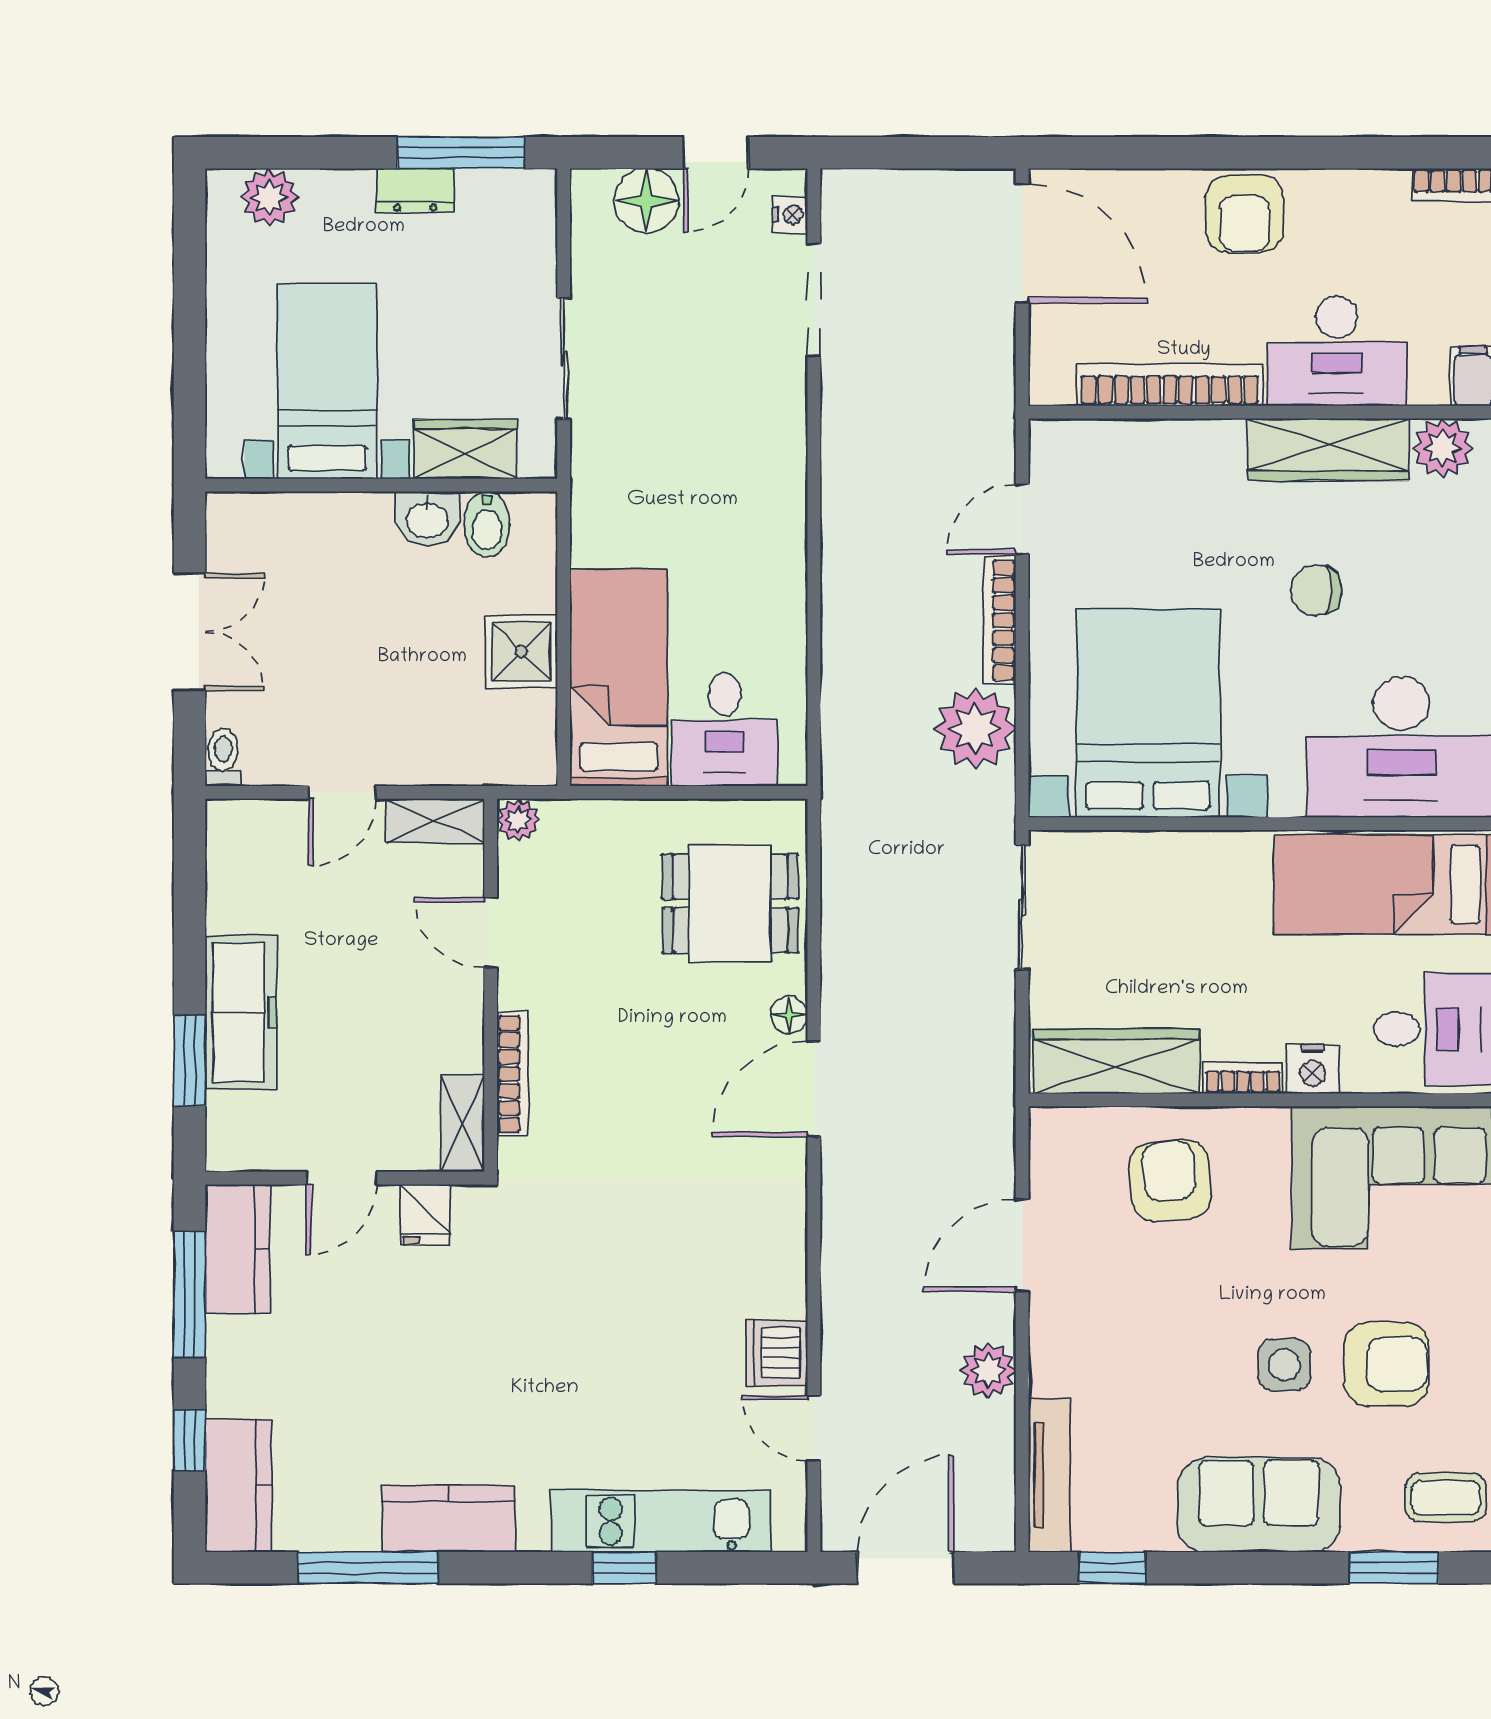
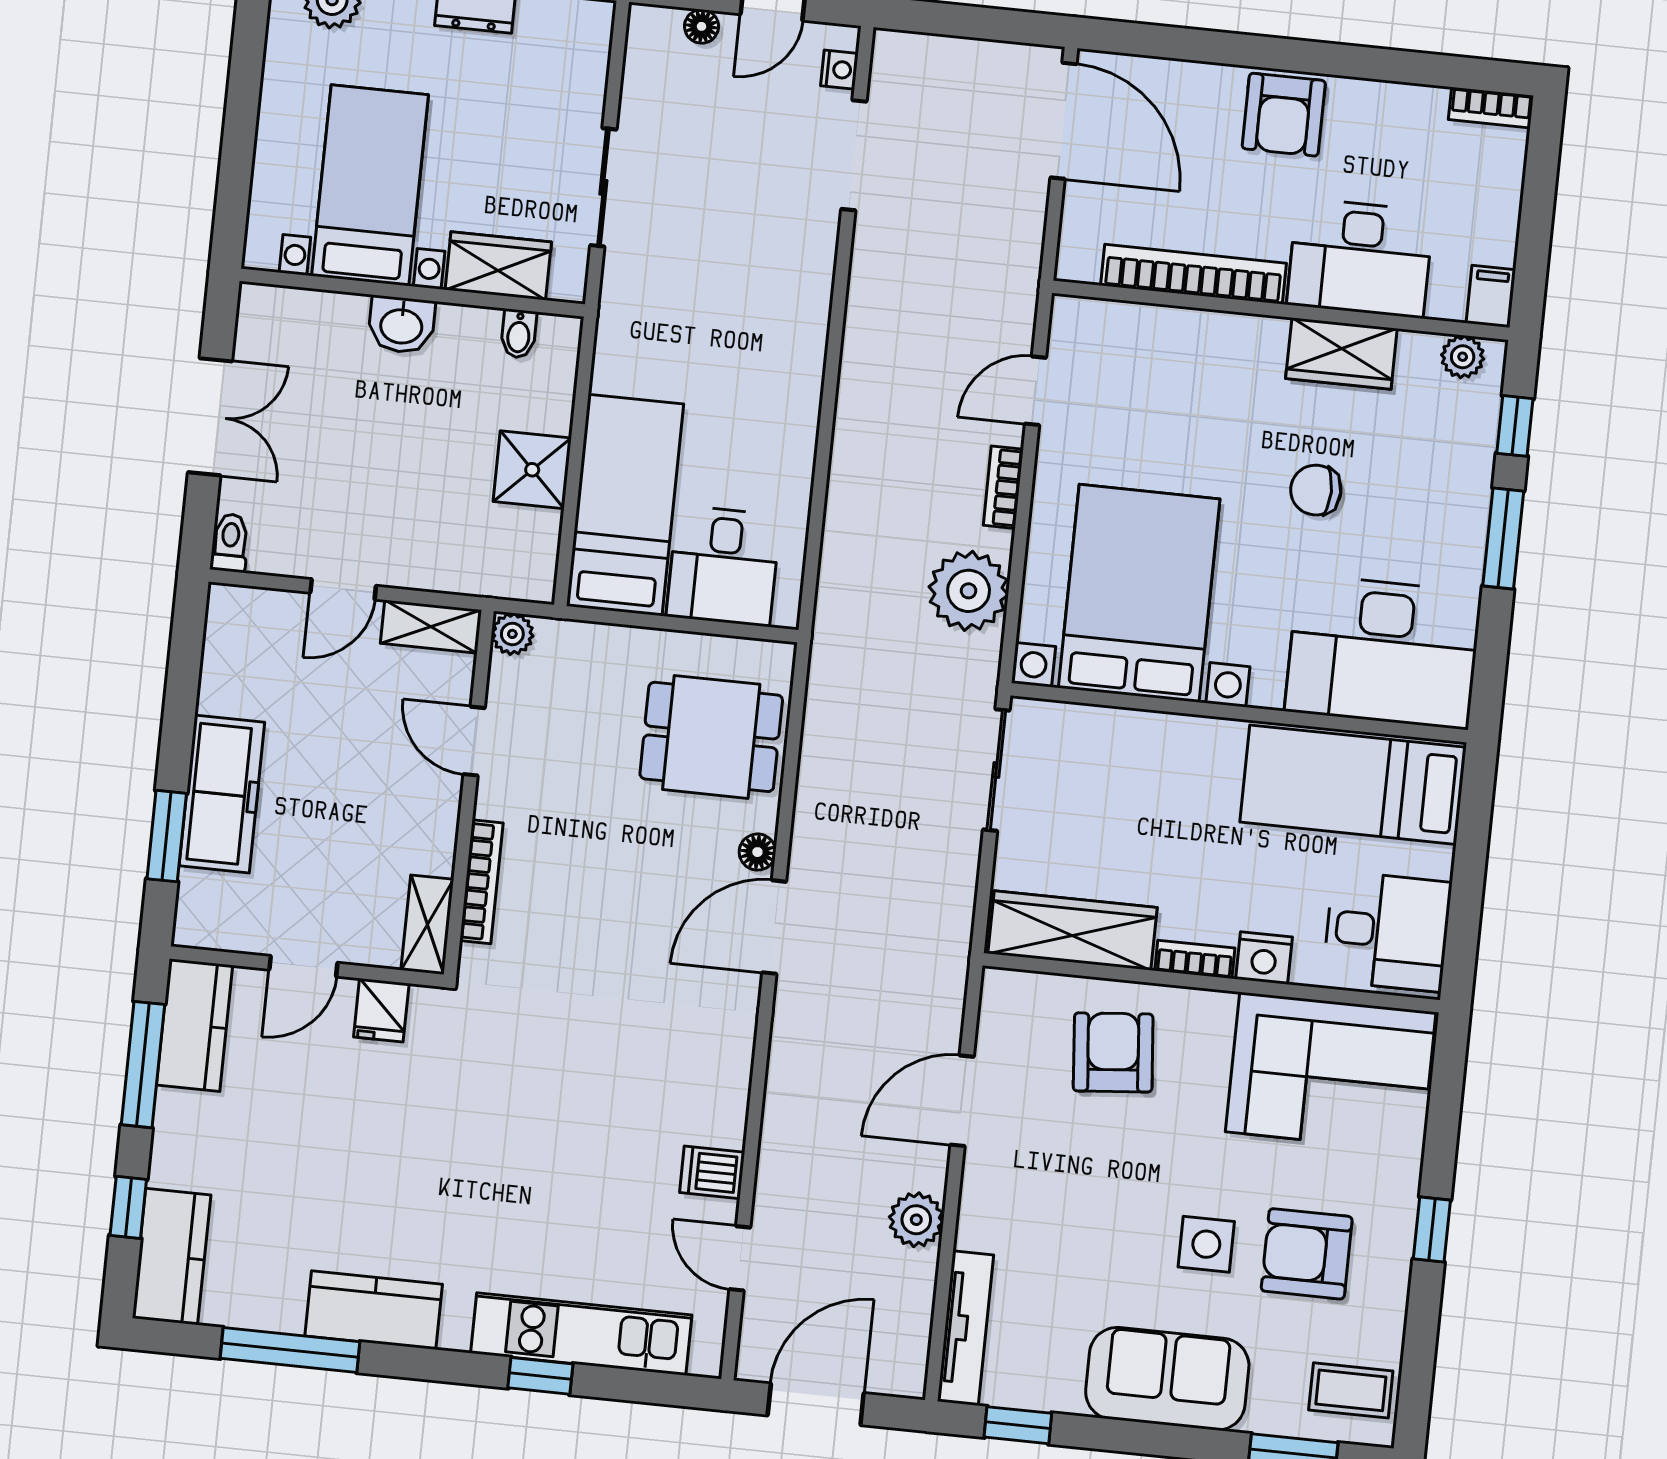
floor lamp: (646, 201) -> (702, 26), width x0.53, depth x0.53
plant: (1443, 448) -> (1463, 357), width x0.73, depth x0.73
wardrobe: (1328, 450) -> (1341, 354), width x0.67
washbasin: (427, 519) -> (401, 325), moved
bidet: (487, 524) -> (519, 334), width x0.72, depth x0.74
bookcase: (1000, 620) -> (1003, 487), width x0.64
dishwasher: (777, 1353) -> (712, 1172), width x0.73
armchair: (1387, 1364) -> (1307, 1254), turned 180

